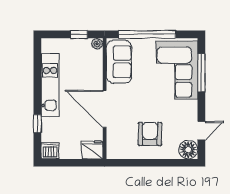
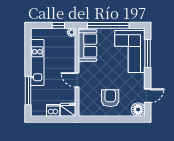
door: (105, 109) -> (77, 80), width x0.53
window: (37, 124) -> (28, 91), width x2.17
dishwasher: (50, 151) -> (53, 110), moved

